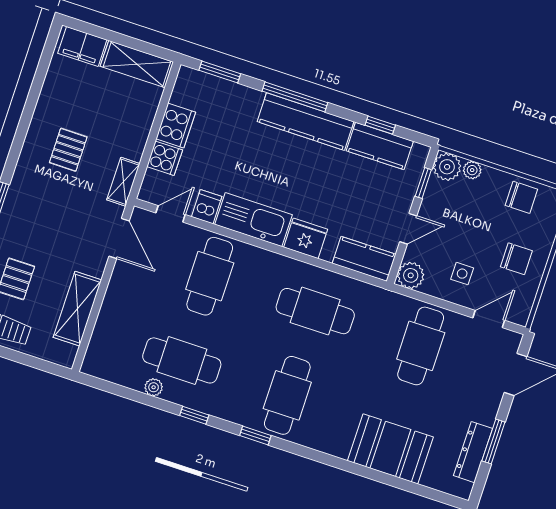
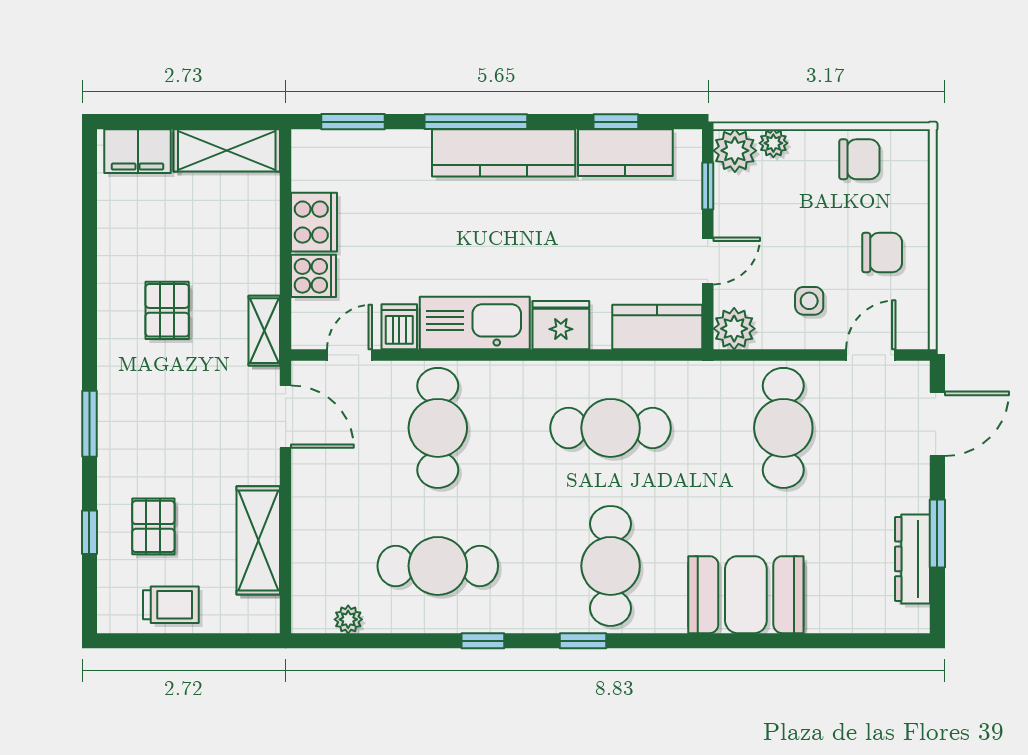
plant: (154, 387) -> (348, 619), moved
booth: (390, 449) -> (746, 595), moved

